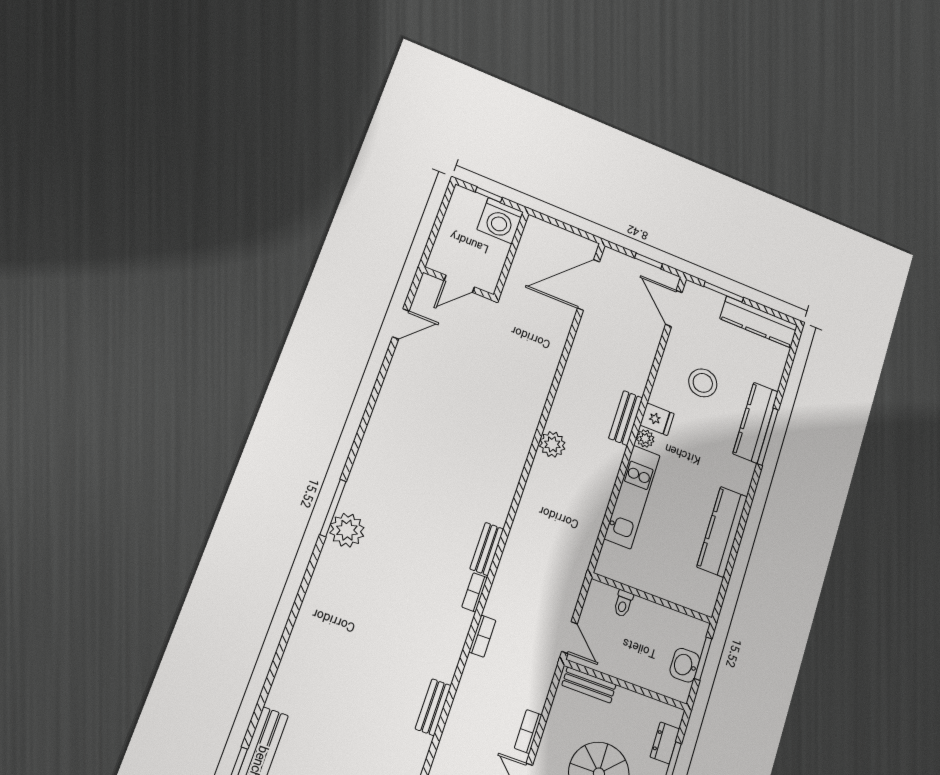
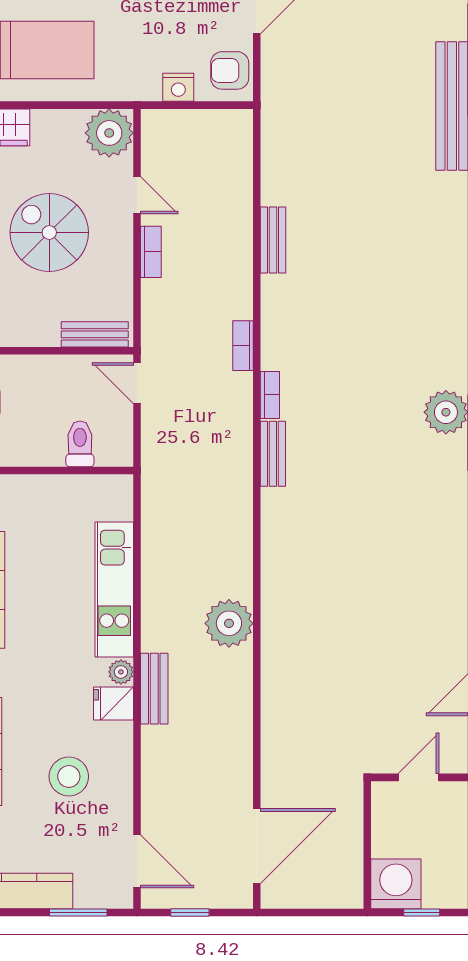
plant: (552, 444) -> (229, 623), width x1.36, depth x1.36
toilet: (623, 603) -> (80, 444), width x1.37, depth x1.39

